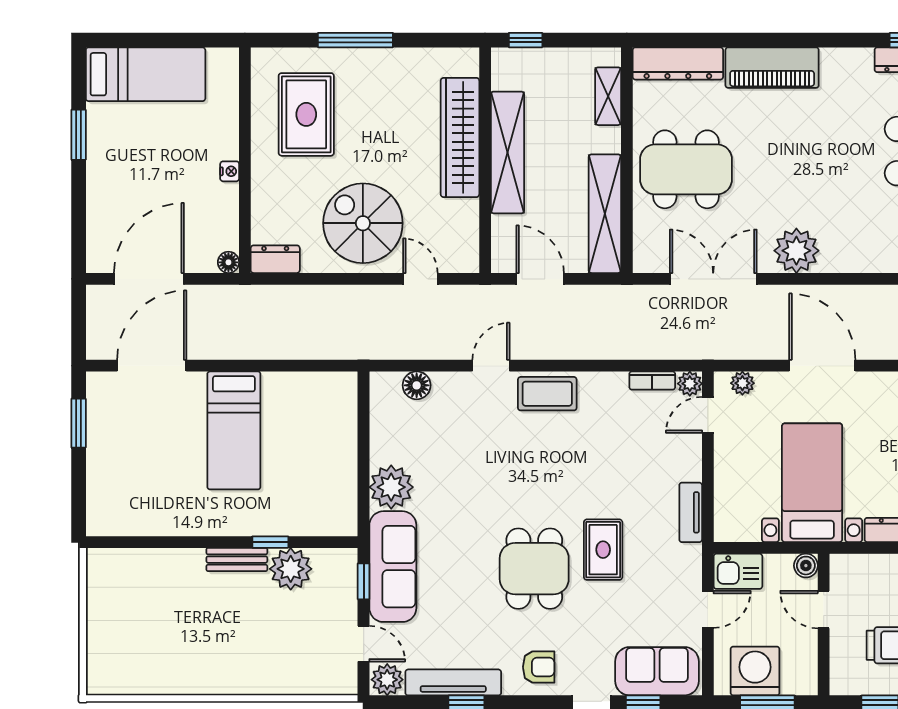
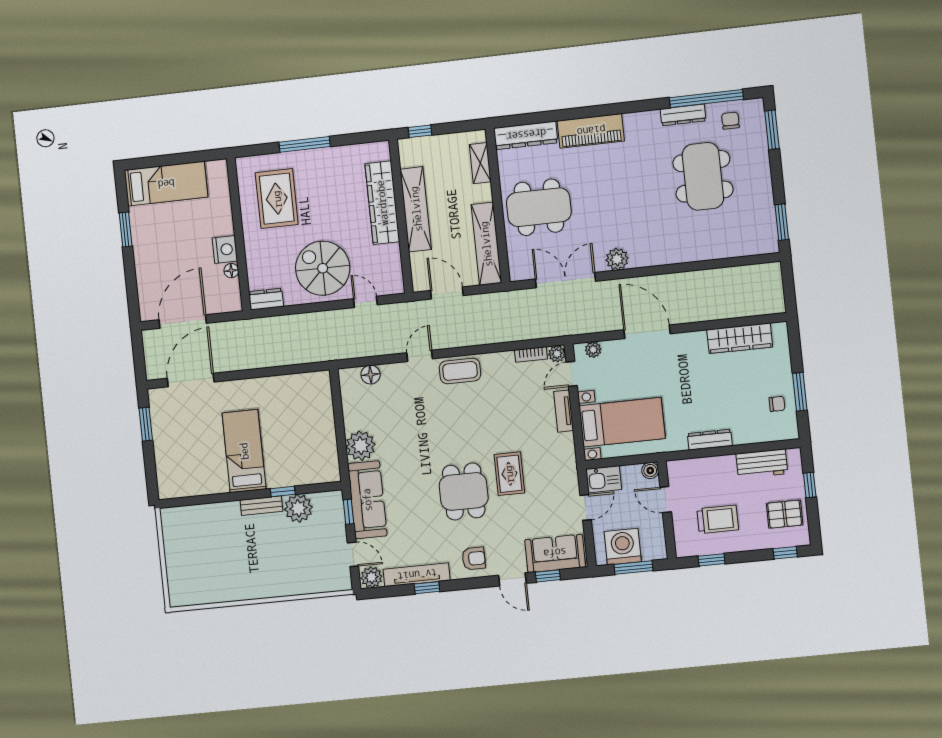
nightstand: (230, 171) -> (225, 249), width x1.89, depth x1.79
plant: (796, 251) -> (617, 259), width x0.73, depth x0.73
floor lamp: (228, 262) -> (231, 271), moved
bed: (234, 430) -> (244, 451), moved, turned 180
bed with nightstands: (812, 483) -> (622, 422), moved, turned 90
tv unit: (691, 512) -> (564, 411), moved

